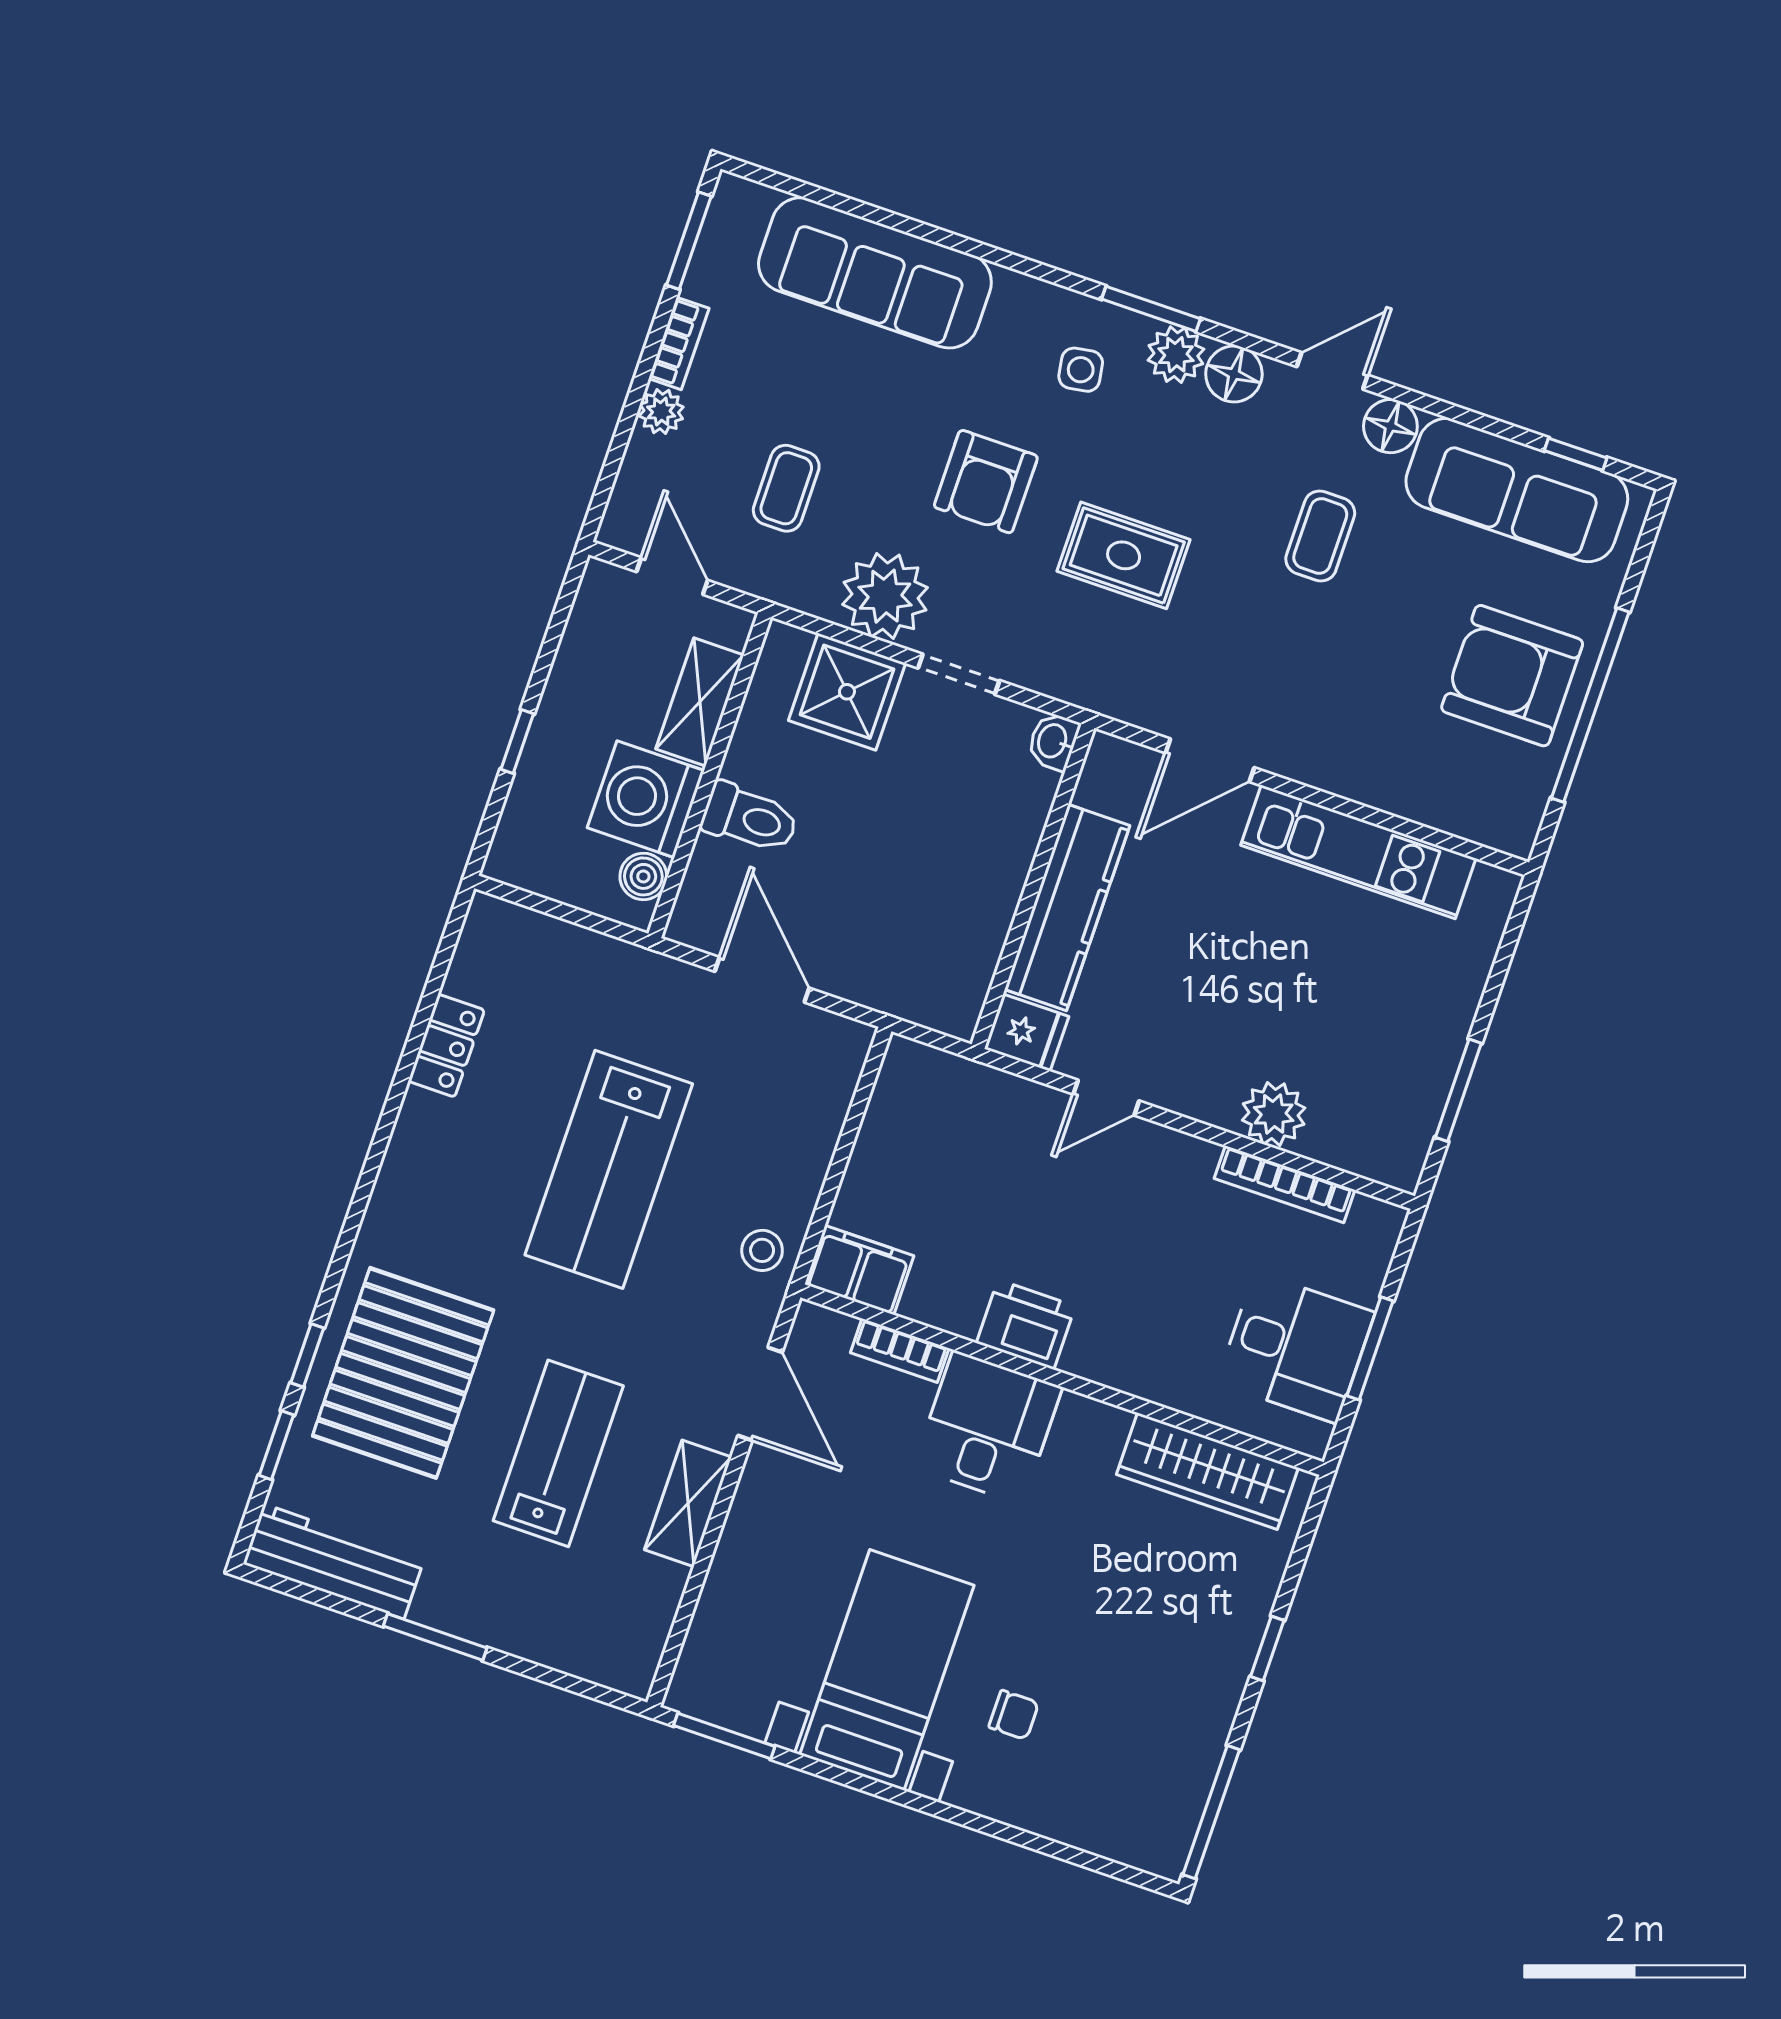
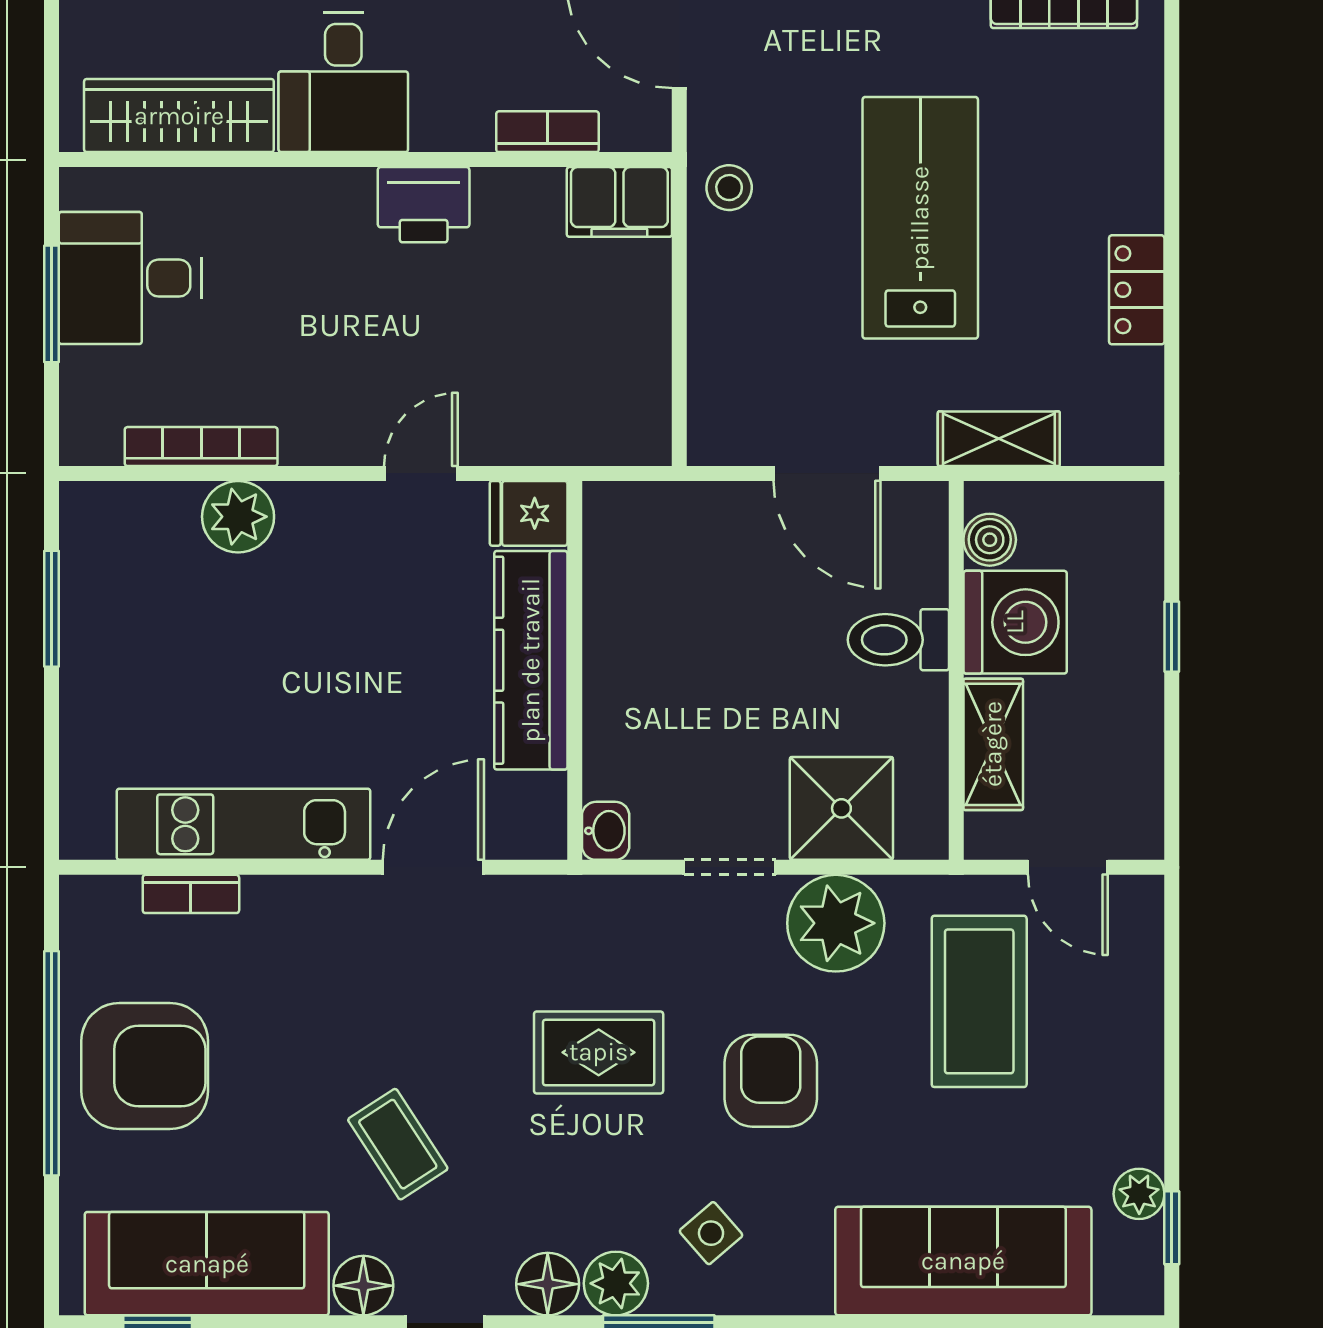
window: (689, 241) -> (1172, 1228), width x0.67
bookcase: (679, 343) -> (191, 894), moved, turned -90
side table: (1081, 370) -> (711, 1233), turned -32
plant: (661, 412) -> (1139, 1194), moved
coffee table: (786, 488) -> (979, 1001), width x1.86, depth x1.72
coffee table: (1320, 536) -> (398, 1144), turned -33
shelving: (606, 959) -> (999, 439), added
desk: (988, 1427) -> (343, 82), moved

